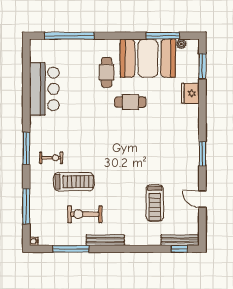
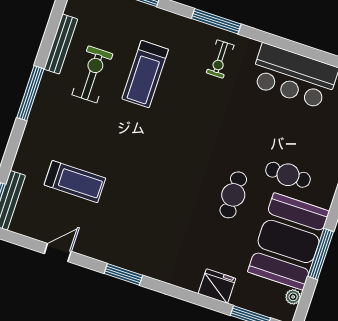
window: (163, 36) -> (321, 254), moved
exercise bike: (51, 158) -> (220, 59), moved
treadmill: (155, 203) -> (75, 182), turned 180
bench: (105, 240) -> (61, 44), moved
window: (71, 249) -> (30, 93), moved

